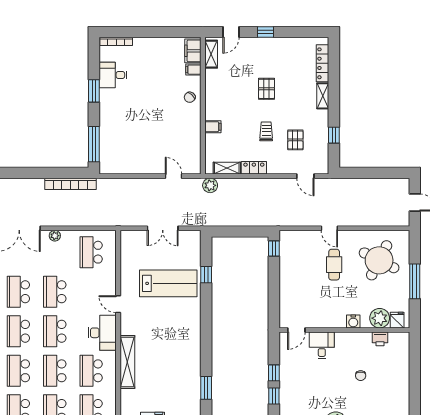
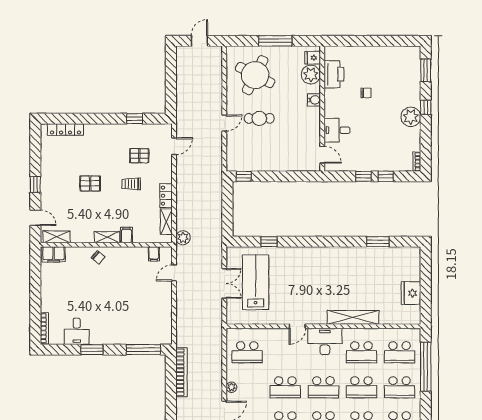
filing cabinet: (193, 70) -> (154, 254), moved
shelving: (323, 96) -> (107, 237), moved
lab bench: (168, 283) -> (256, 282), moved
printer: (380, 339) -> (334, 74), width x1.87, depth x1.48

